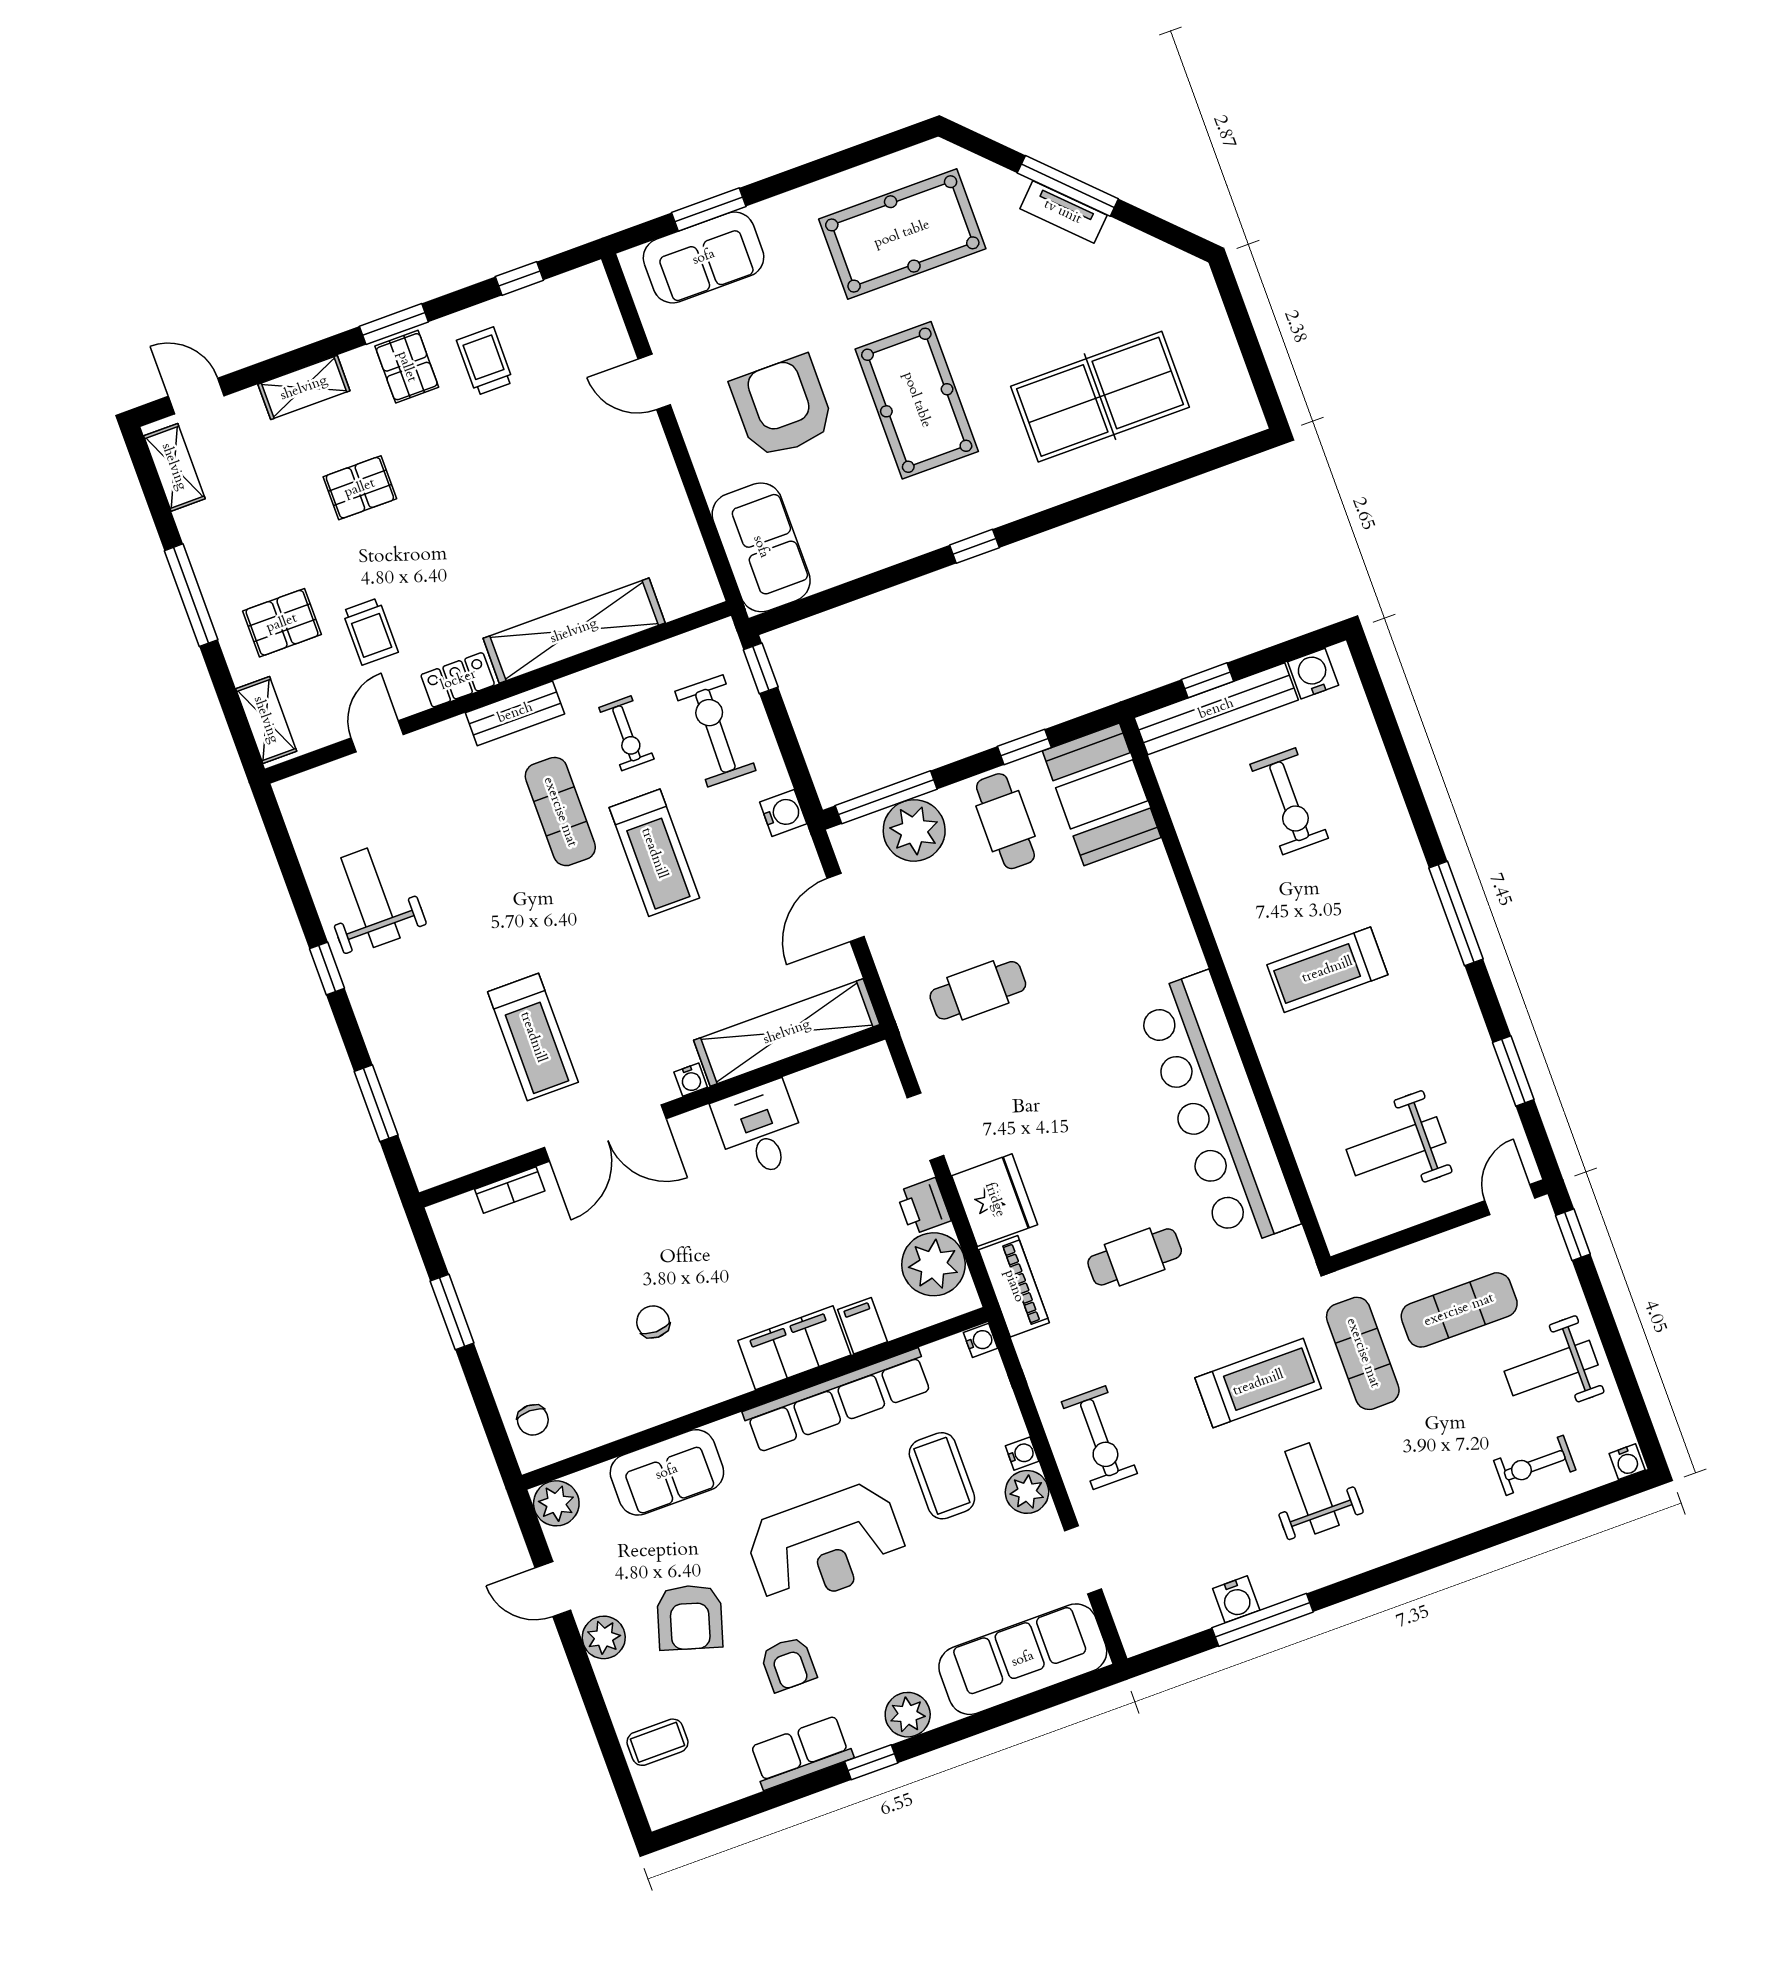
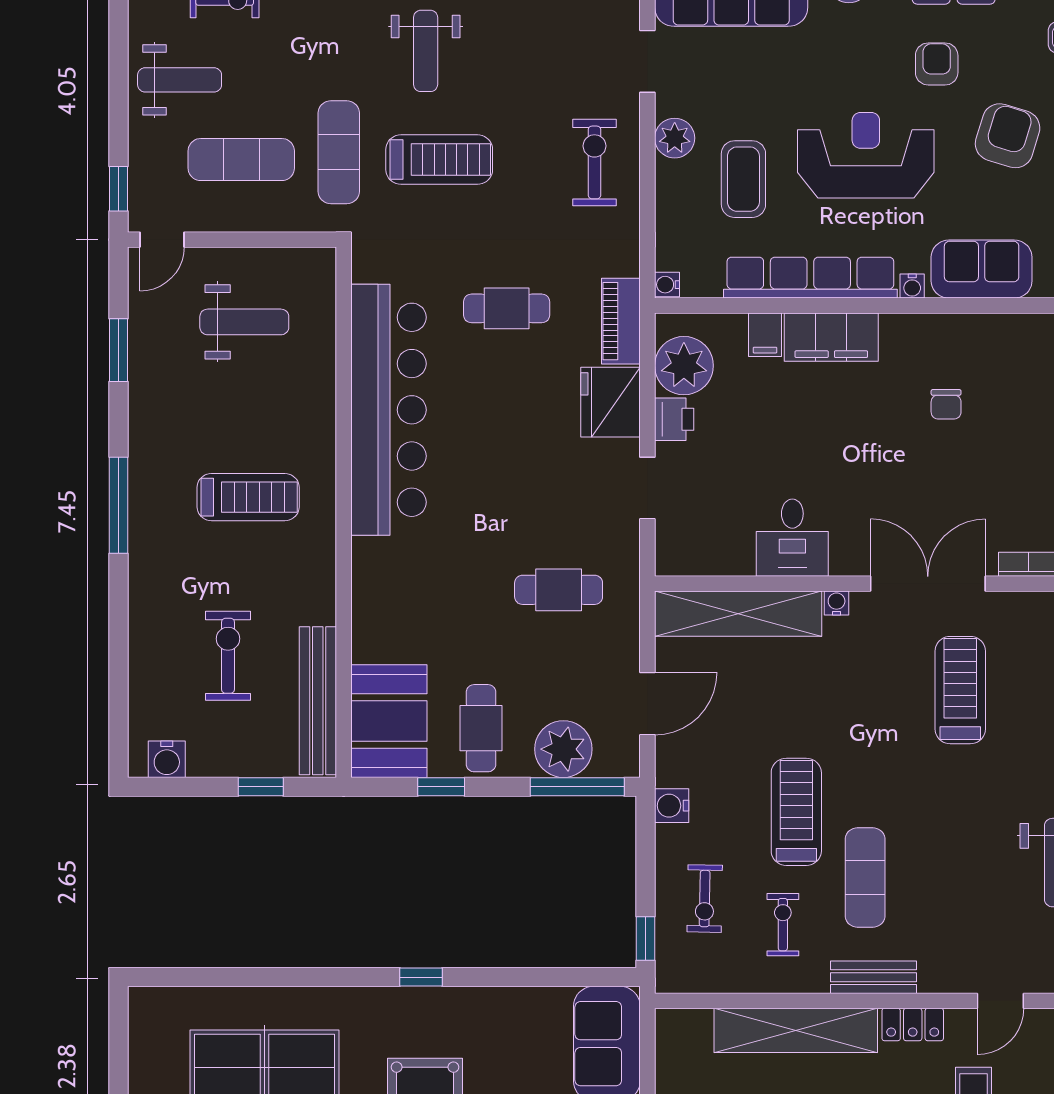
bench: (1216, 709) -> (318, 701), moved, turned 90
exercise bike: (715, 731) -> (705, 899), width x0.73, depth x0.72
treadmill: (1258, 1383) -> (439, 160), turned 180
water cooler: (1022, 1454) -> (912, 286), moved, turned -90

